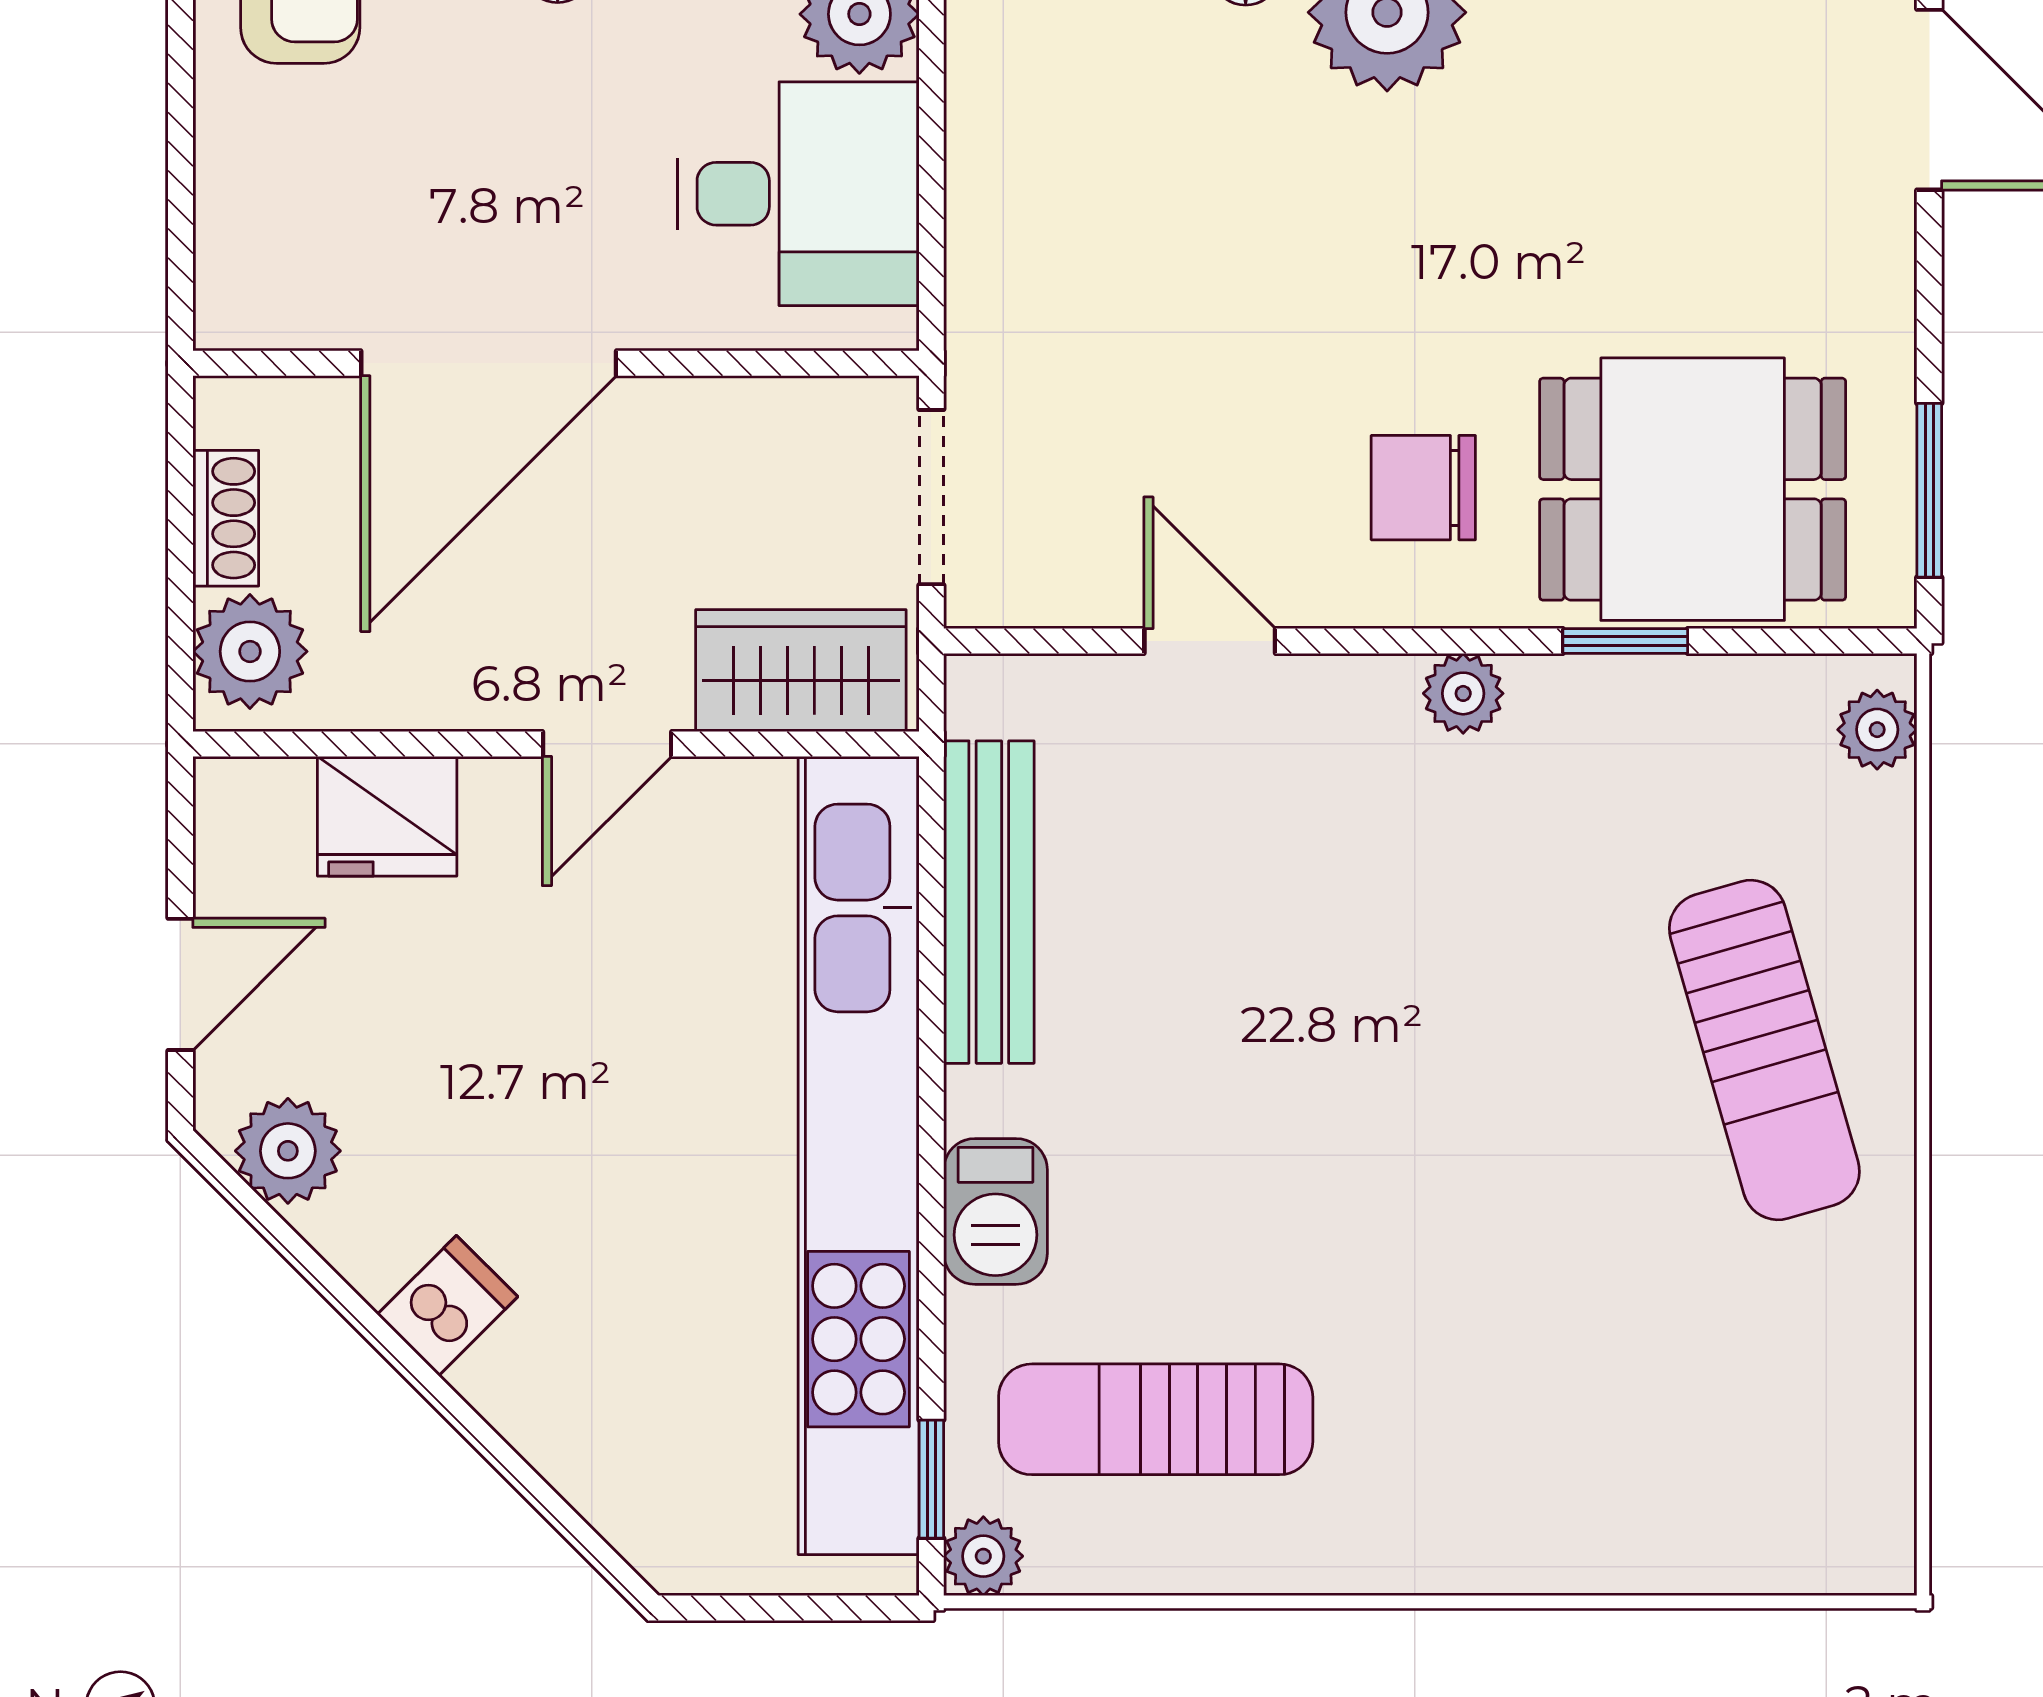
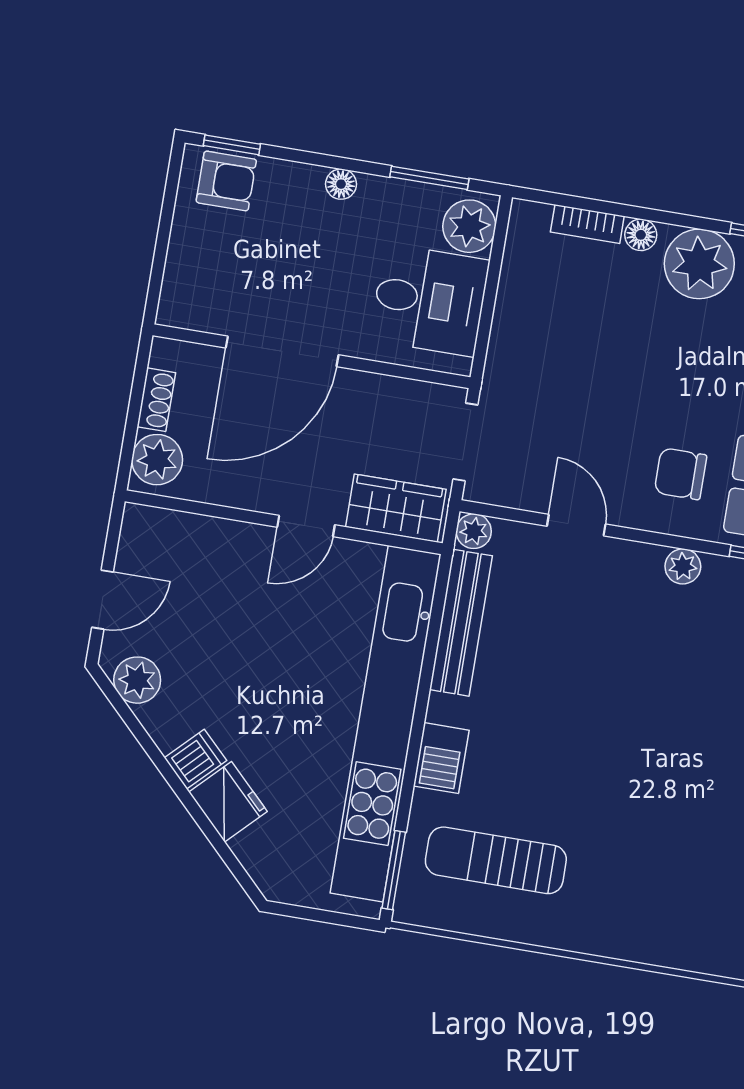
fridge: (387, 816) -> (228, 802), moved, turned -135
window: (931, 1479) -> (394, 870), width x1.50
plant: (983, 1556) -> (474, 531), moved

